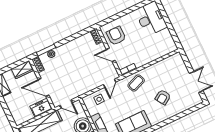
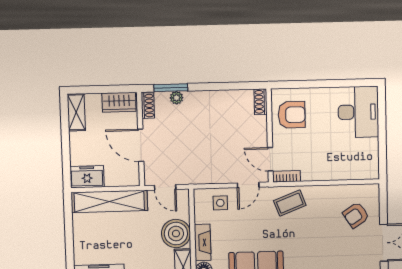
armchair: (116, 36) -> (292, 115), turned 90
door: (111, 55) -> (270, 159), moved
armchair: (163, 97) -> (356, 215), moved
freezer: (41, 108) -> (87, 177), moved

